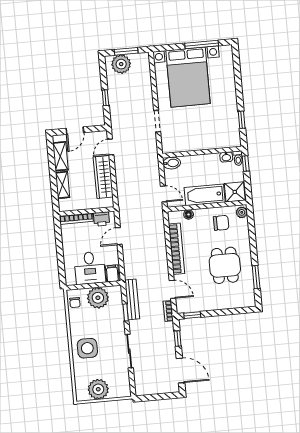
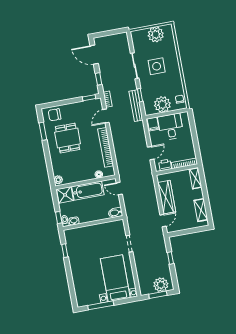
bed with nightstands: (188, 77) -> (115, 278), width x0.73
door: (75, 131) -> (192, 231), removed
shelving: (62, 185) -> (195, 178), moved
chair: (221, 223) -> (55, 115), moved
door: (172, 289) -> (106, 116), hinge flipped
side table: (87, 348) -> (157, 66), moved

